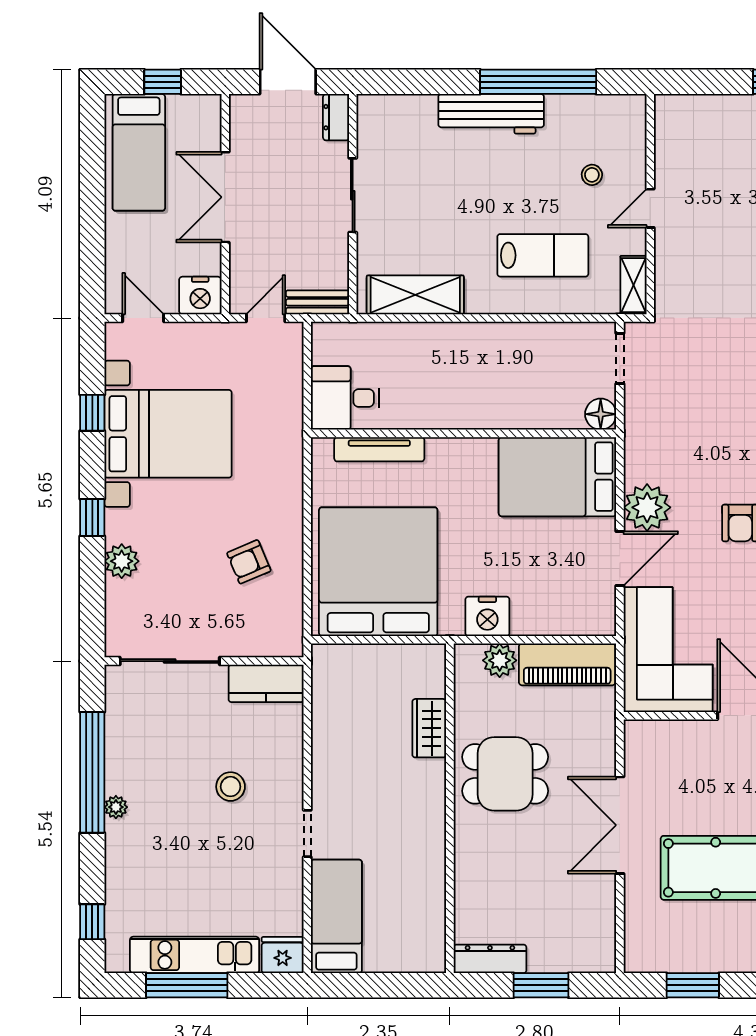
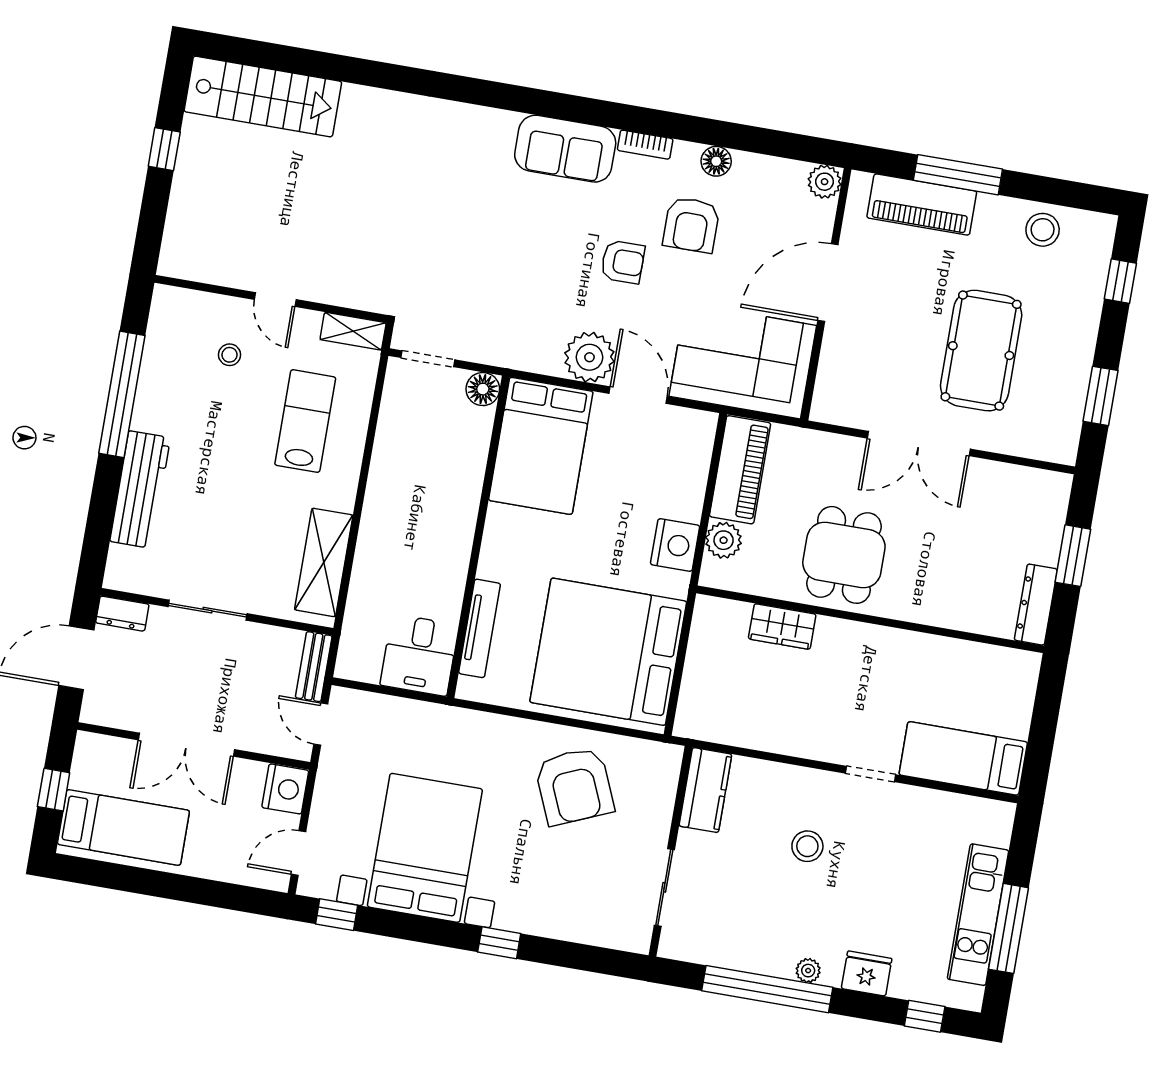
workbench: (491, 114) -> (140, 490), moved
window: (92, 413) -> (337, 915), moved
plant: (122, 561) -> (550, 920), removed
armchair: (249, 562) -> (574, 786), width x1.88, depth x1.88
sliding door: (170, 661) -> (664, 887), width x0.73
fridge: (283, 955) -> (867, 973), moved, turned 90

